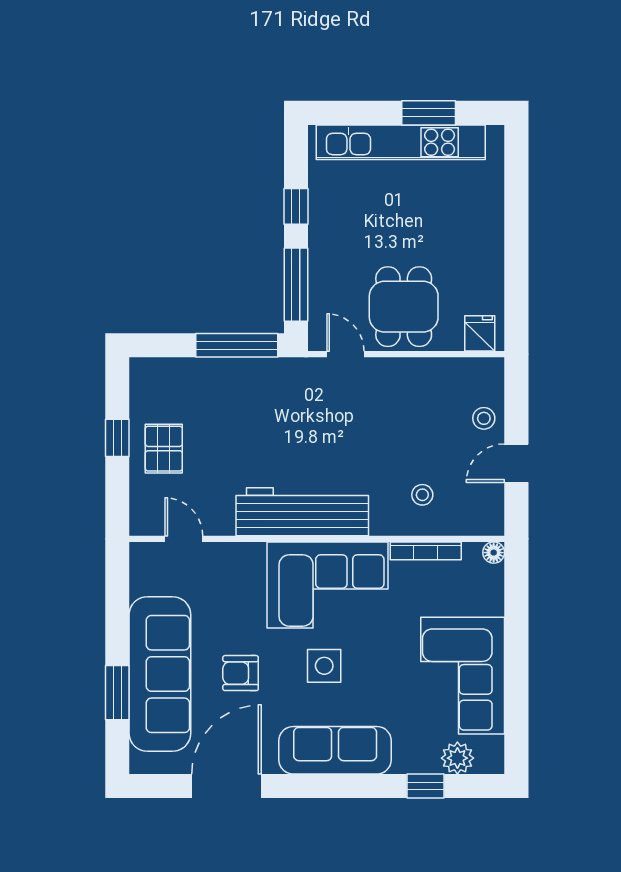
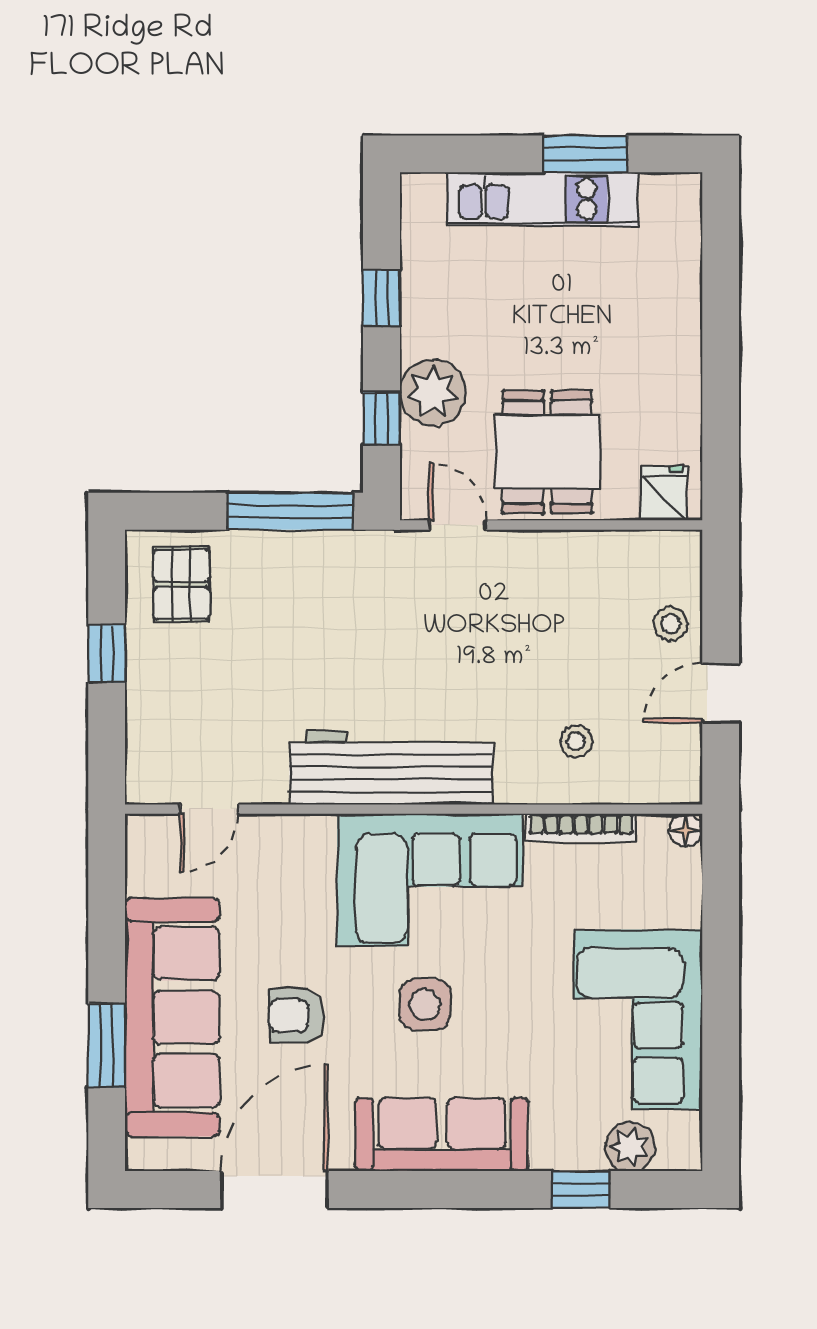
kitchen unit: (401, 142) -> (543, 199), width x0.73
plant: (329, 268) -> (433, 392), added
window: (296, 285) -> (382, 418), width x0.46
pallet: (164, 449) -> (181, 584), moved
door: (184, 539) -> (209, 809), swing flipped

